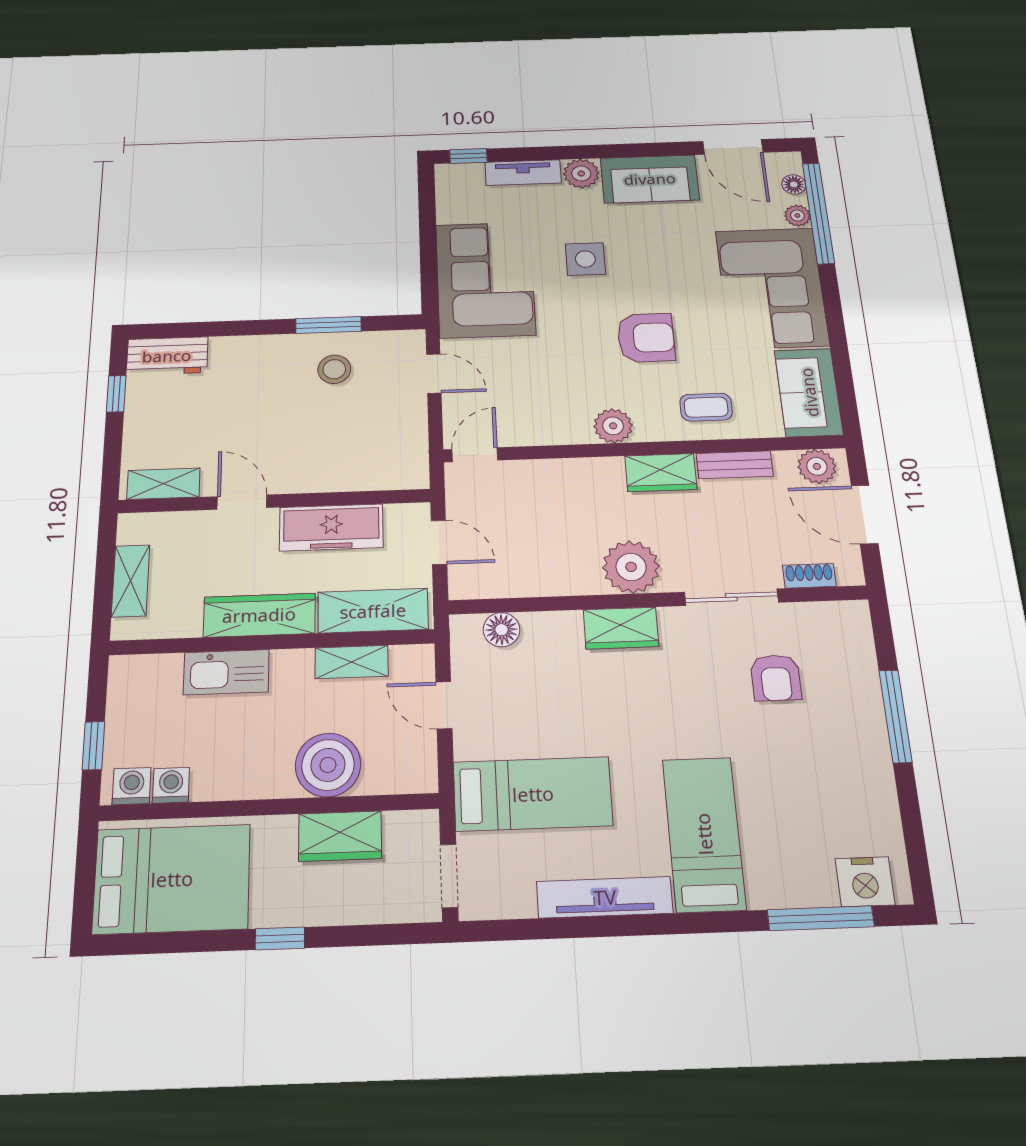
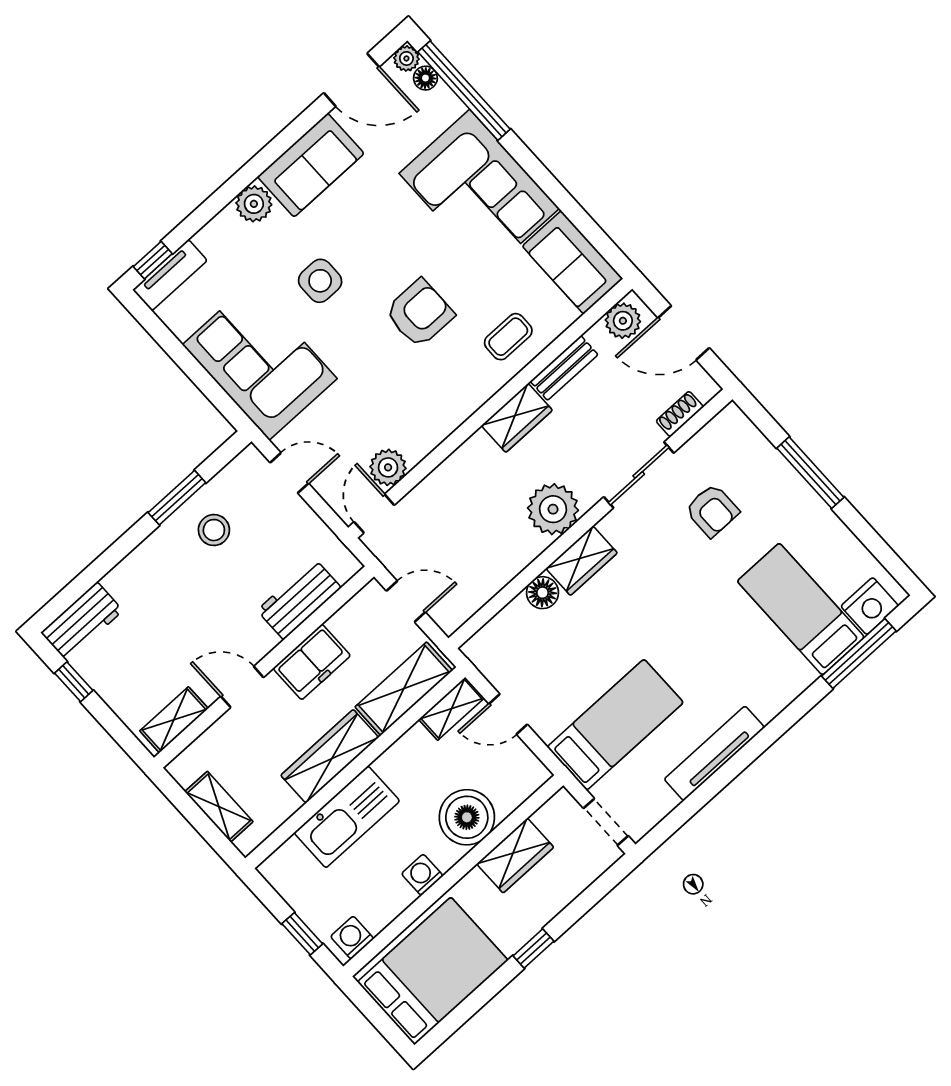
tv unit: (523, 173) -> (170, 275), moved
plant: (797, 216) -> (406, 58), moved
plant: (613, 426) -> (388, 467), moved
workbench: (353, 472) -> (299, 599), added
freezer: (331, 527) -> (312, 662), width x0.71
floor lamp: (502, 630) -> (543, 593), moved
shelving: (352, 662) -> (451, 709), moved
kitchen sink: (226, 672) -> (347, 817), width x1.36, depth x1.24
washing machine: (171, 785) -> (422, 875), moved
bed: (704, 834) -> (801, 609), moved

